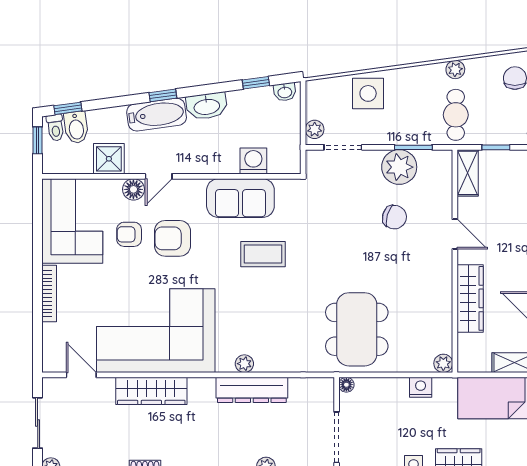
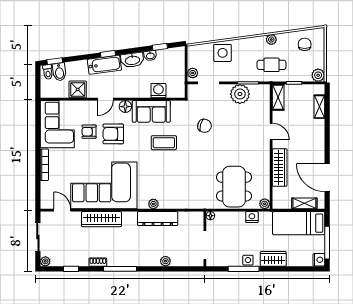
washbasin: (285, 92) -> (150, 56), moved
cafe table: (456, 115) -> (272, 65), turned 90
window: (38, 140) -> (38, 79), removed
floor lamp: (133, 189) -> (125, 107), moved
chair: (394, 217) -> (205, 126), moved
dining table: (357, 329) -> (234, 187), moved

